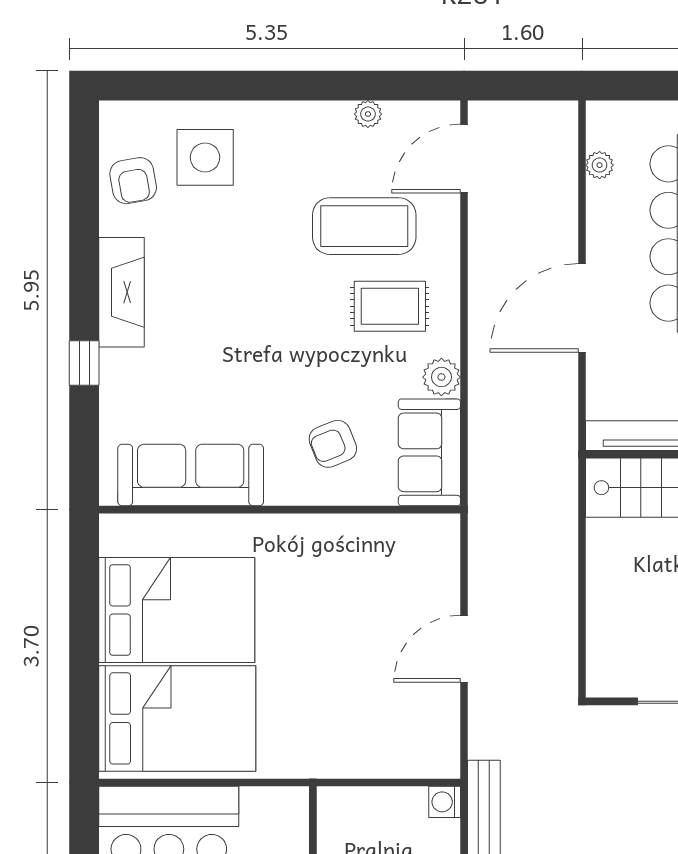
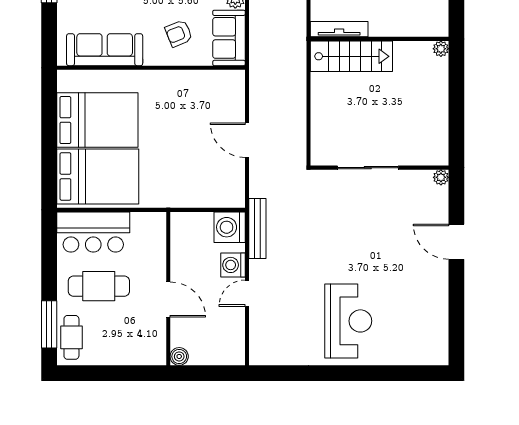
door: (464, 649) -> (247, 140), hinge flipped
washing machine: (445, 802) -> (230, 227), width x1.89, depth x1.89

